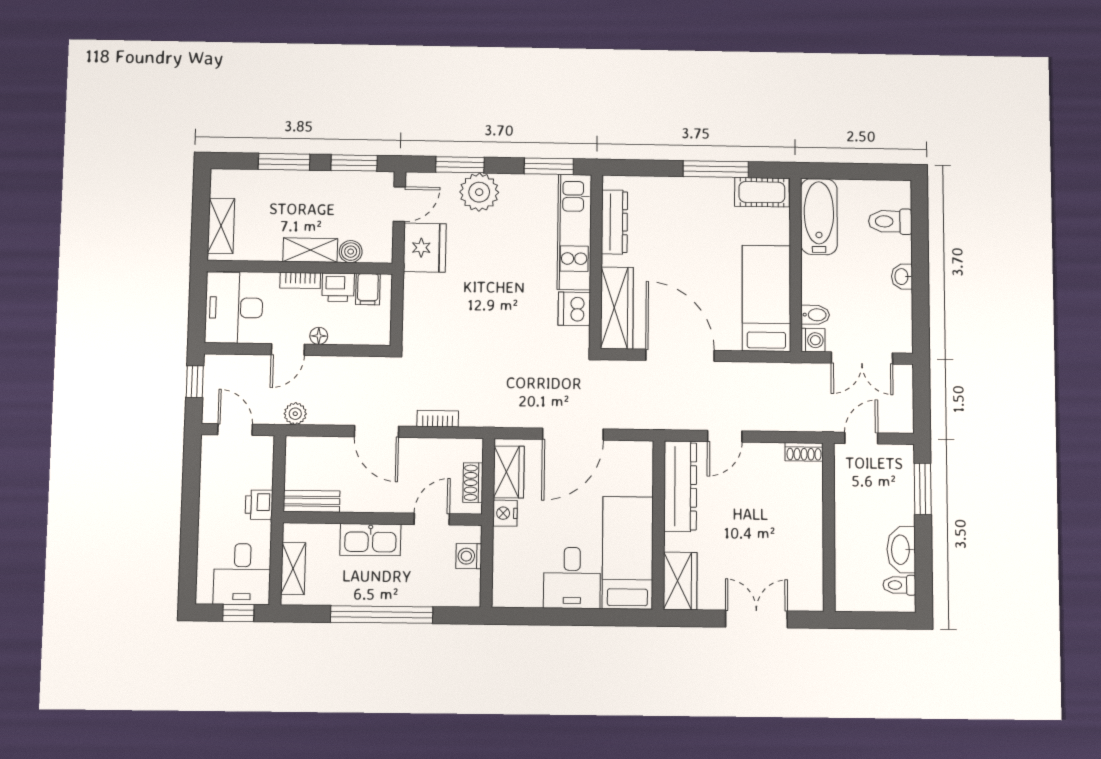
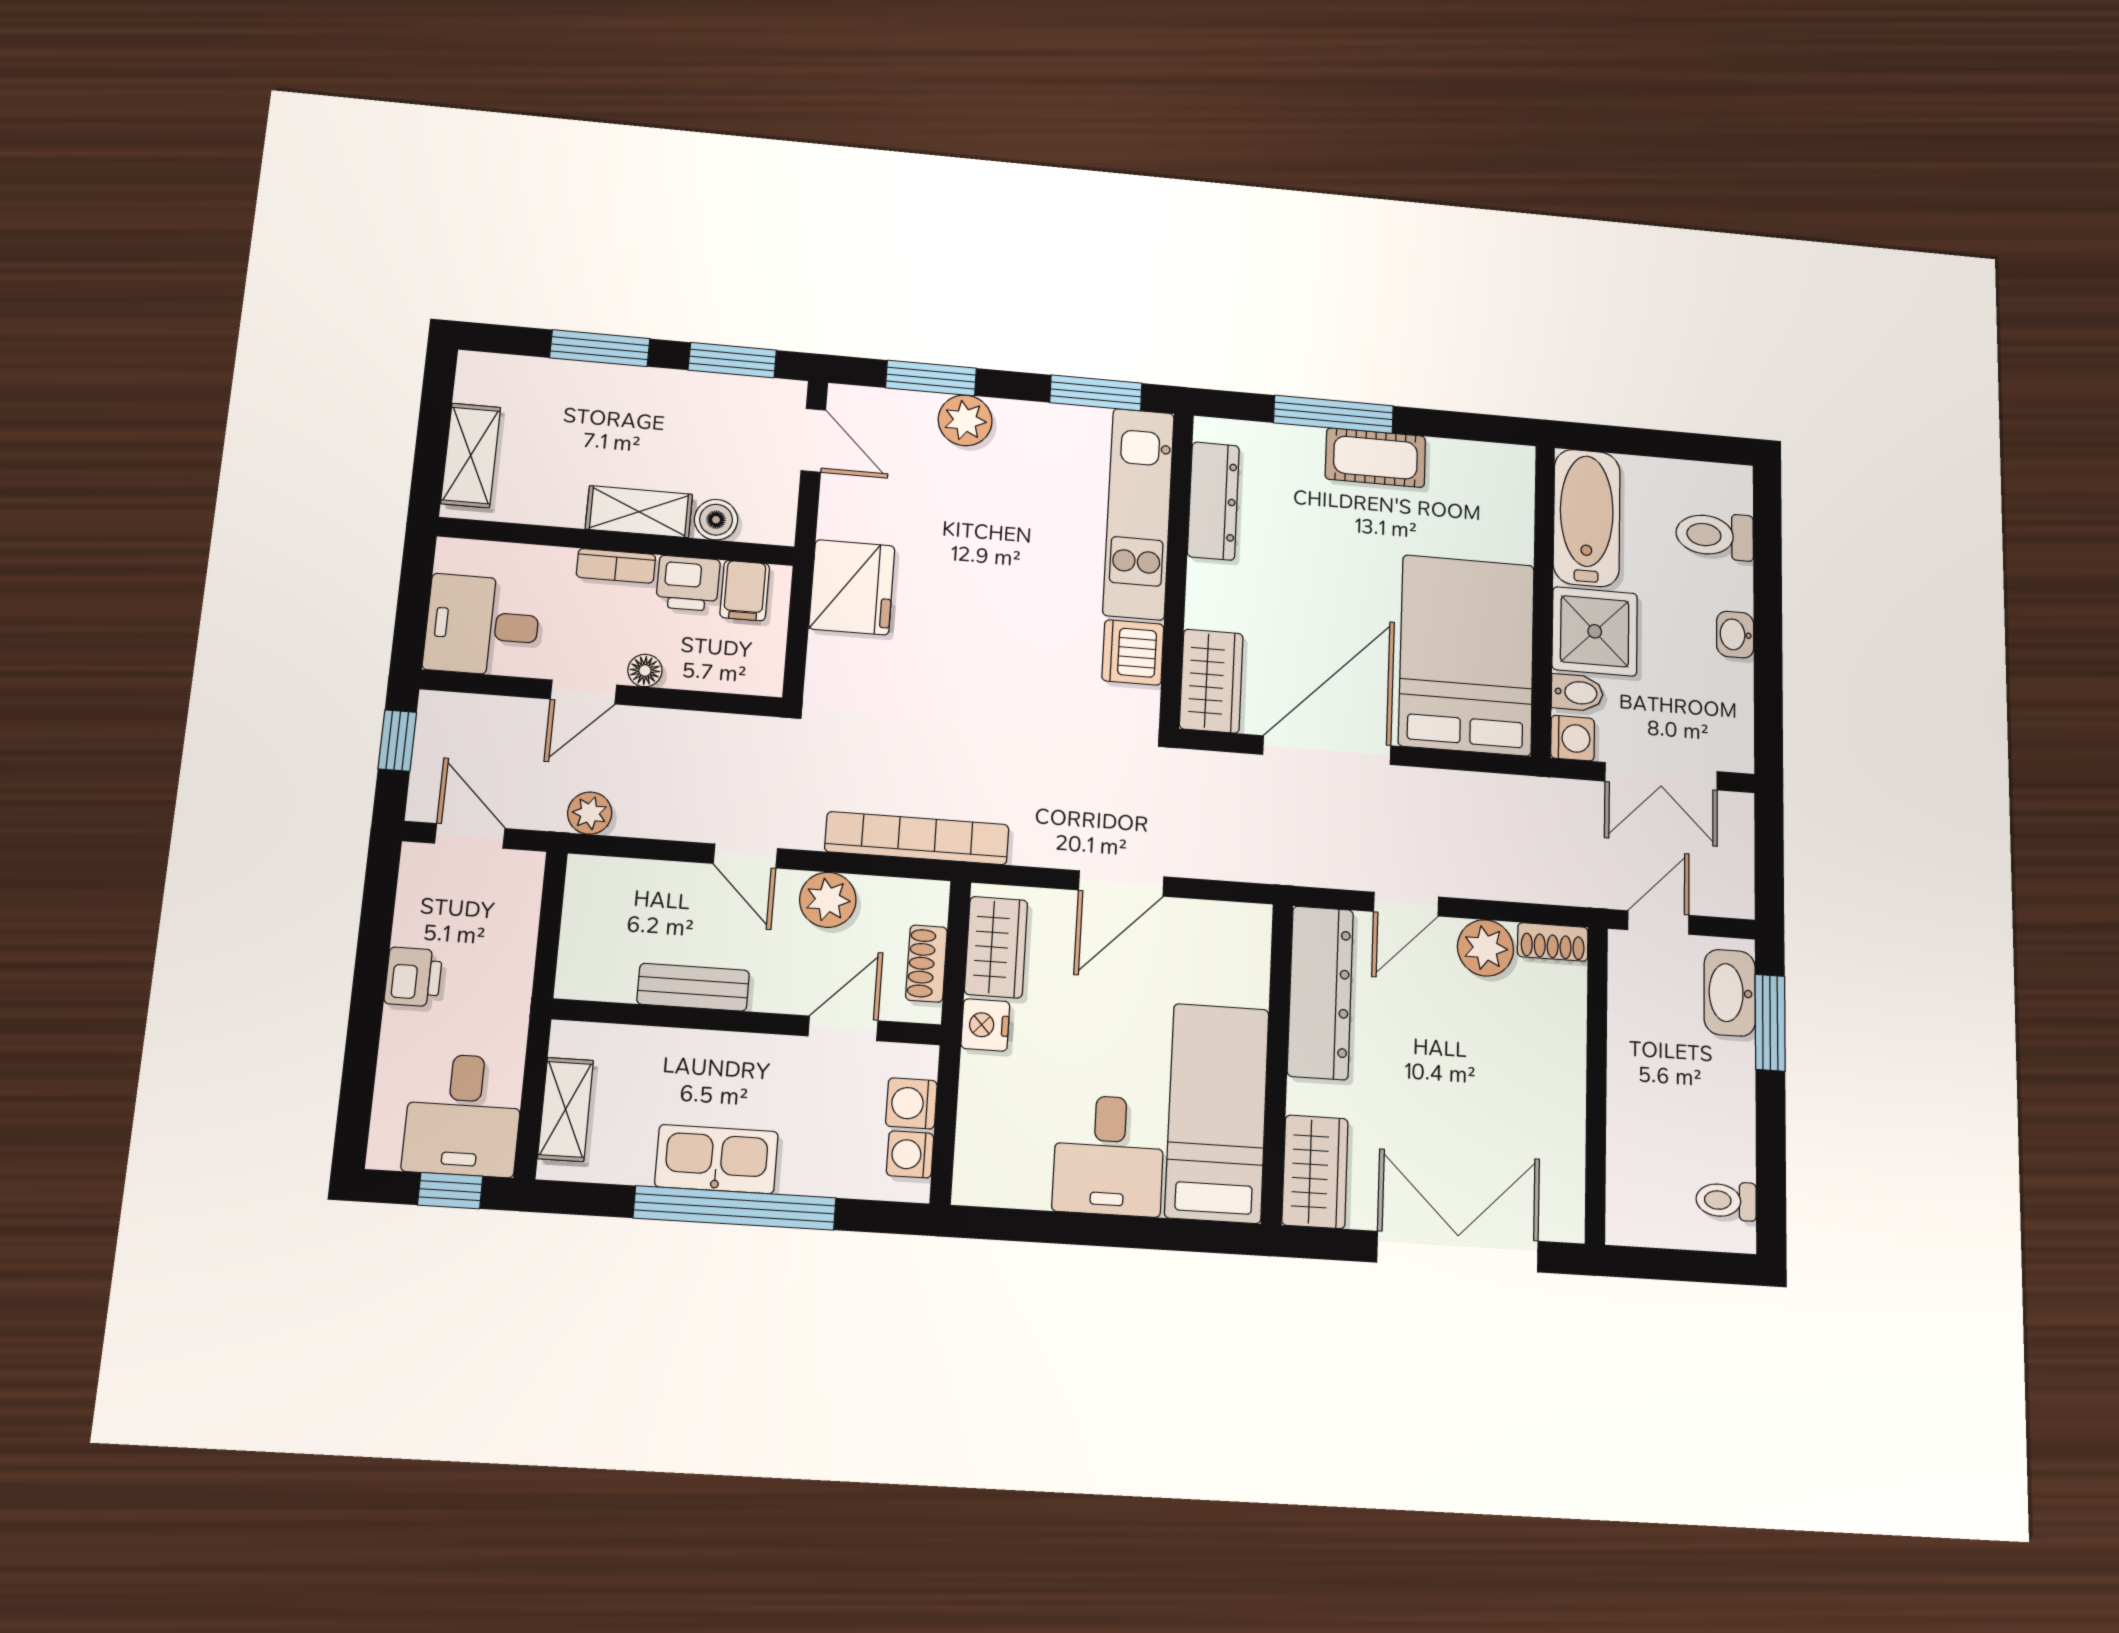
window: (716, 169) -> (1334, 414), moved
plant: (479, 192) -> (965, 420), width x0.73, depth x0.73
cot: (762, 192) -> (1375, 458), moved
door: (399, 204) -> (813, 440), hinge flipped
fridge: (425, 248) -> (852, 587), moved
shower: (824, 280) -> (1595, 631), added
bed: (766, 298) -> (1467, 655), width x1.50
desk: (234, 308) -> (482, 625), width x0.73
wardrobe: (617, 308) -> (1211, 681), width x0.67
door: (680, 355) -> (1327, 750), hinge flipped
bookcase: (438, 419) -> (917, 838), width x2.31, depth x1.31
door: (376, 431) -> (745, 856), width x0.73
door: (573, 434) -> (1121, 883), width x0.73
plant: (420, 452) -> (828, 900), added
plant: (768, 457) -> (1485, 948), added
bench: (312, 501) -> (693, 987), moved
printer: (259, 505) -> (413, 977), moved, turned 180
kitchen sink: (370, 540) -> (717, 1159), moved, turned 180
washbasin: (901, 550) -> (1730, 993), moved
washing machine: (469, 583) -> (910, 1154), added
double door: (756, 619) -> (1458, 1252), width x1.37

